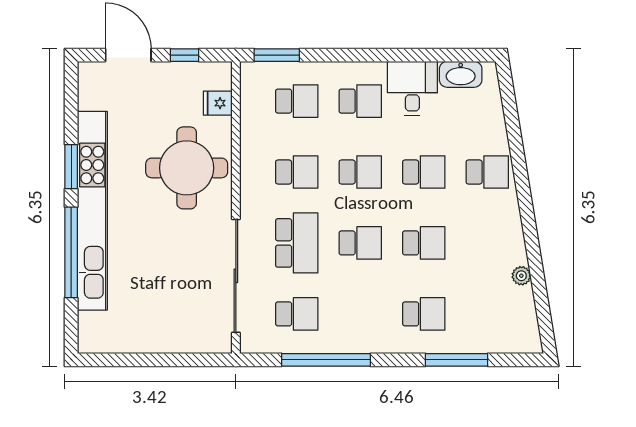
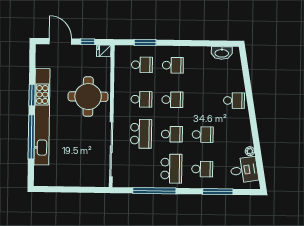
window: (277, 55) -> (145, 43), moved
desk: (412, 88) -> (244, 170), moved, turned 81
fridge: (218, 103) -> (104, 51), moved
school desk: (424, 172) -> (203, 100), removed
school desk: (297, 314) -> (171, 169), moved, width x1.85

